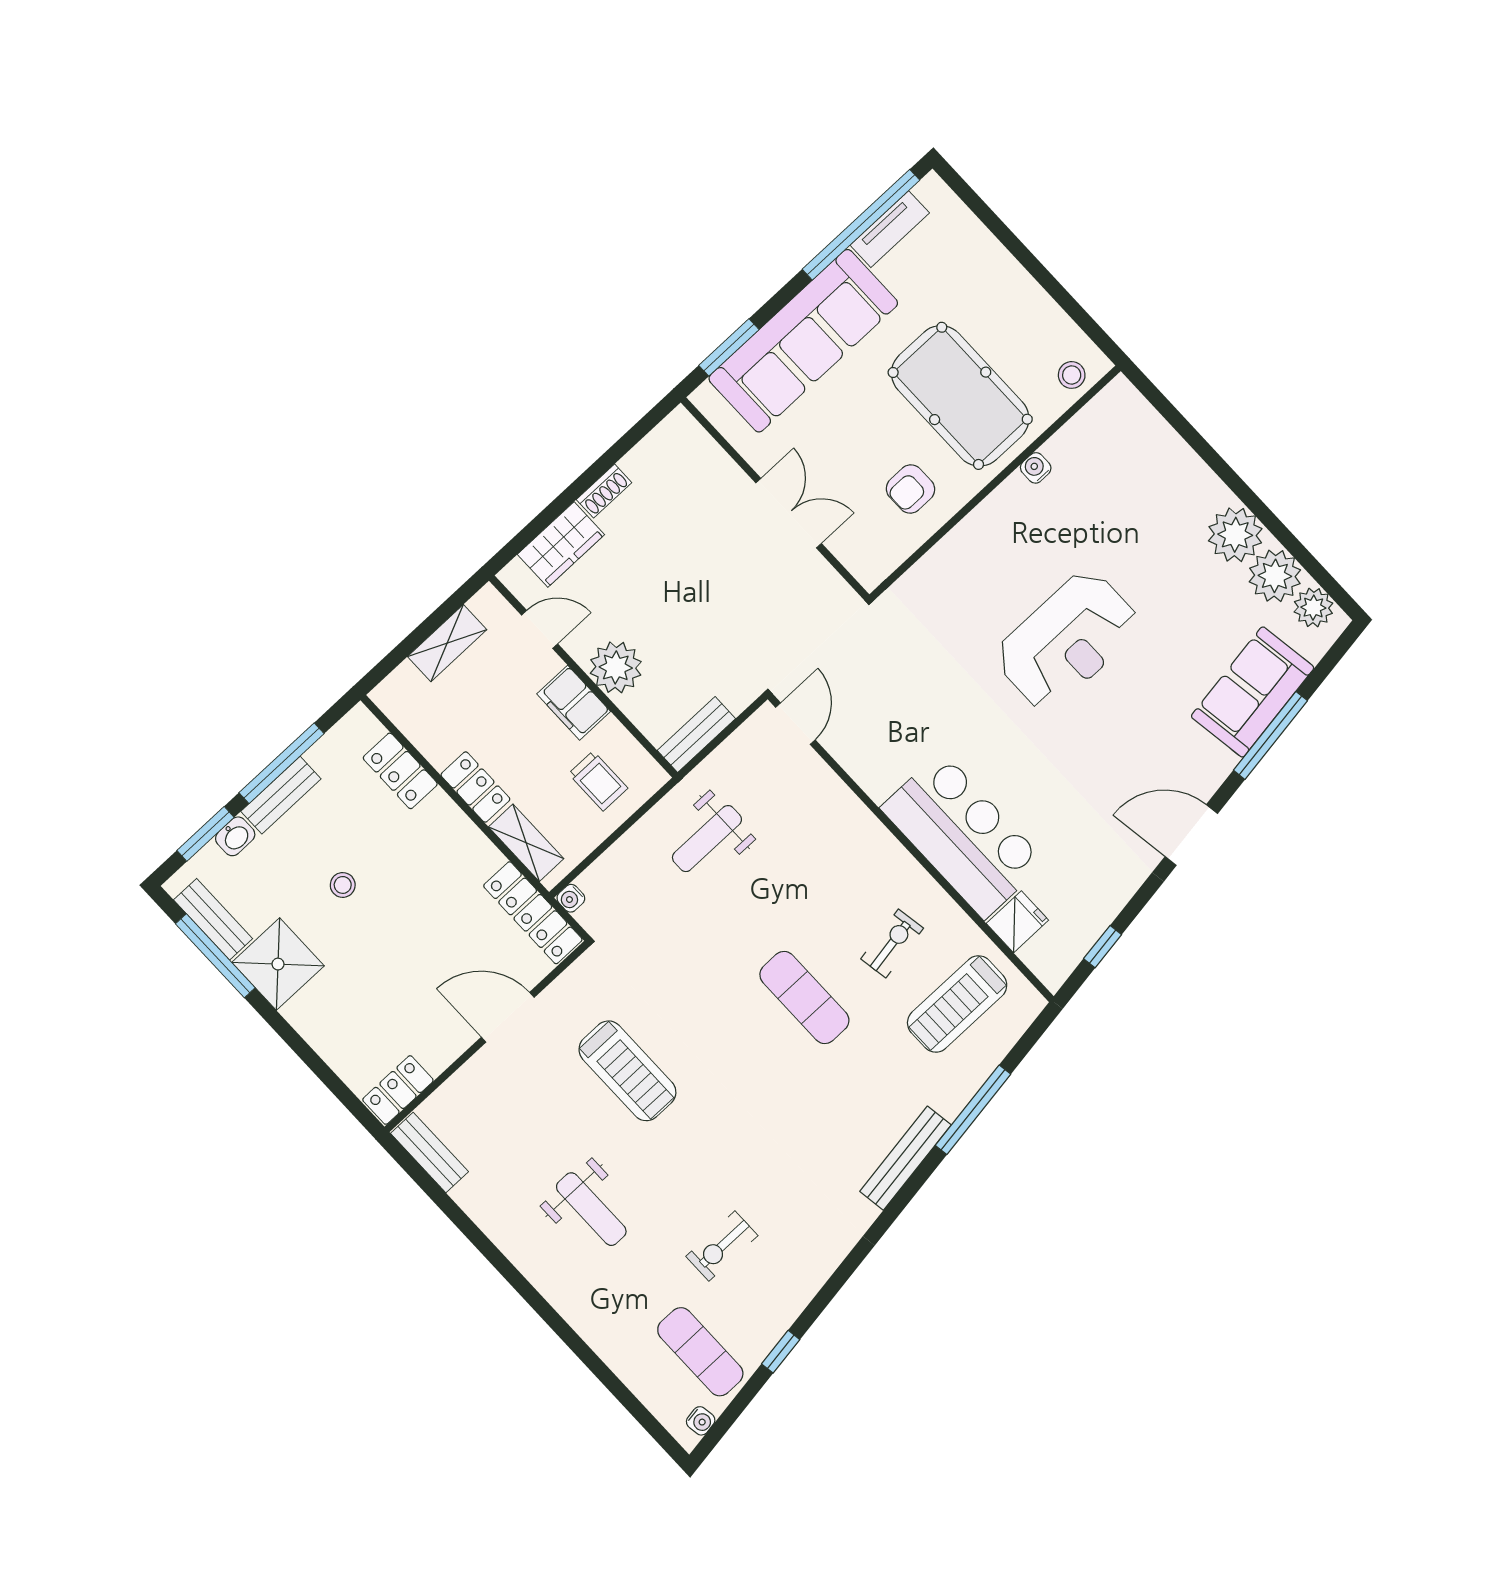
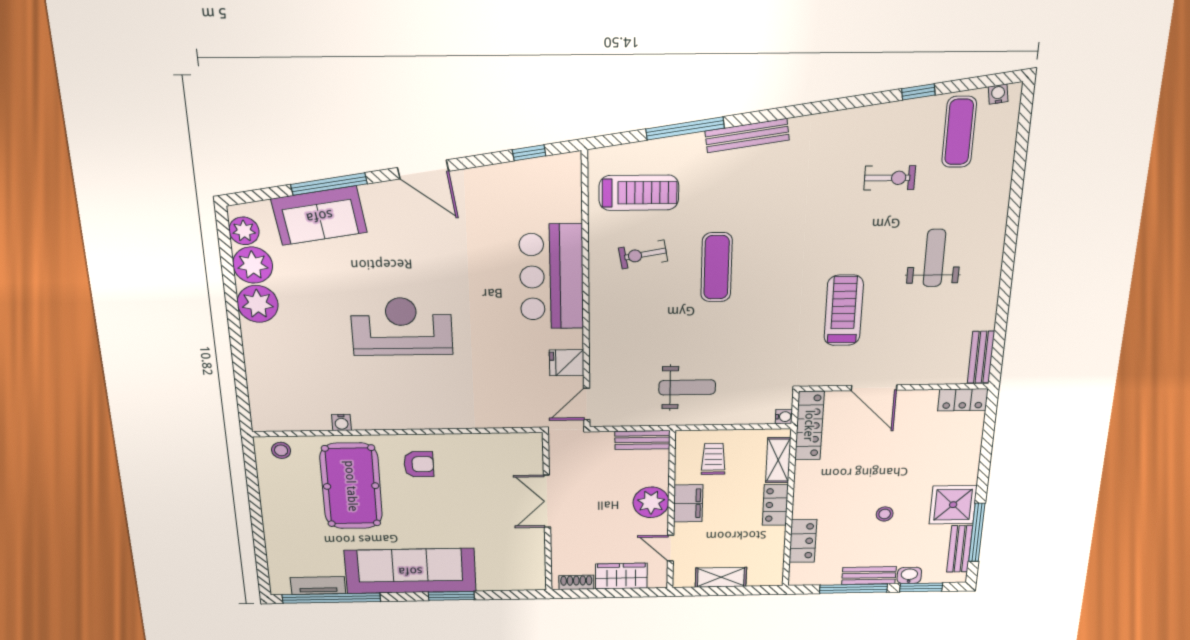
wall: (775, 498) -> (547, 513), moved
double door: (789, 513) -> (547, 501), moved
fridge: (1017, 922) -> (567, 363), moved

